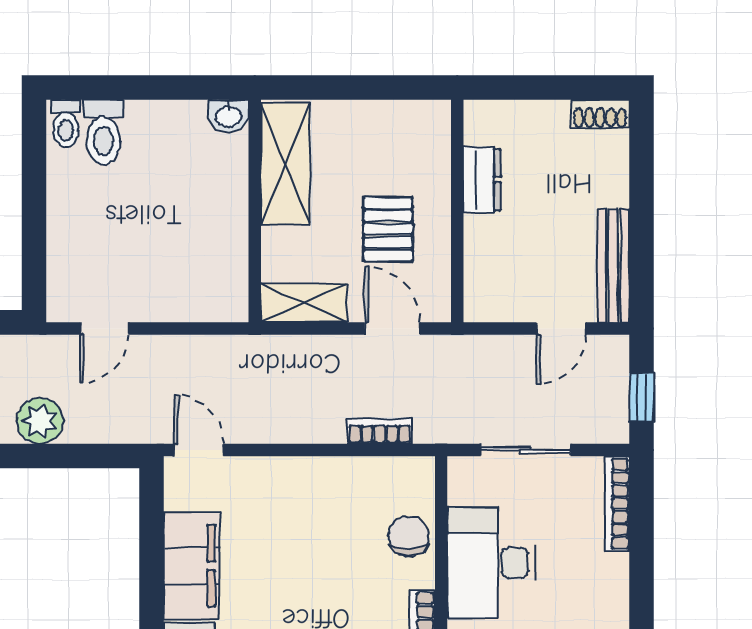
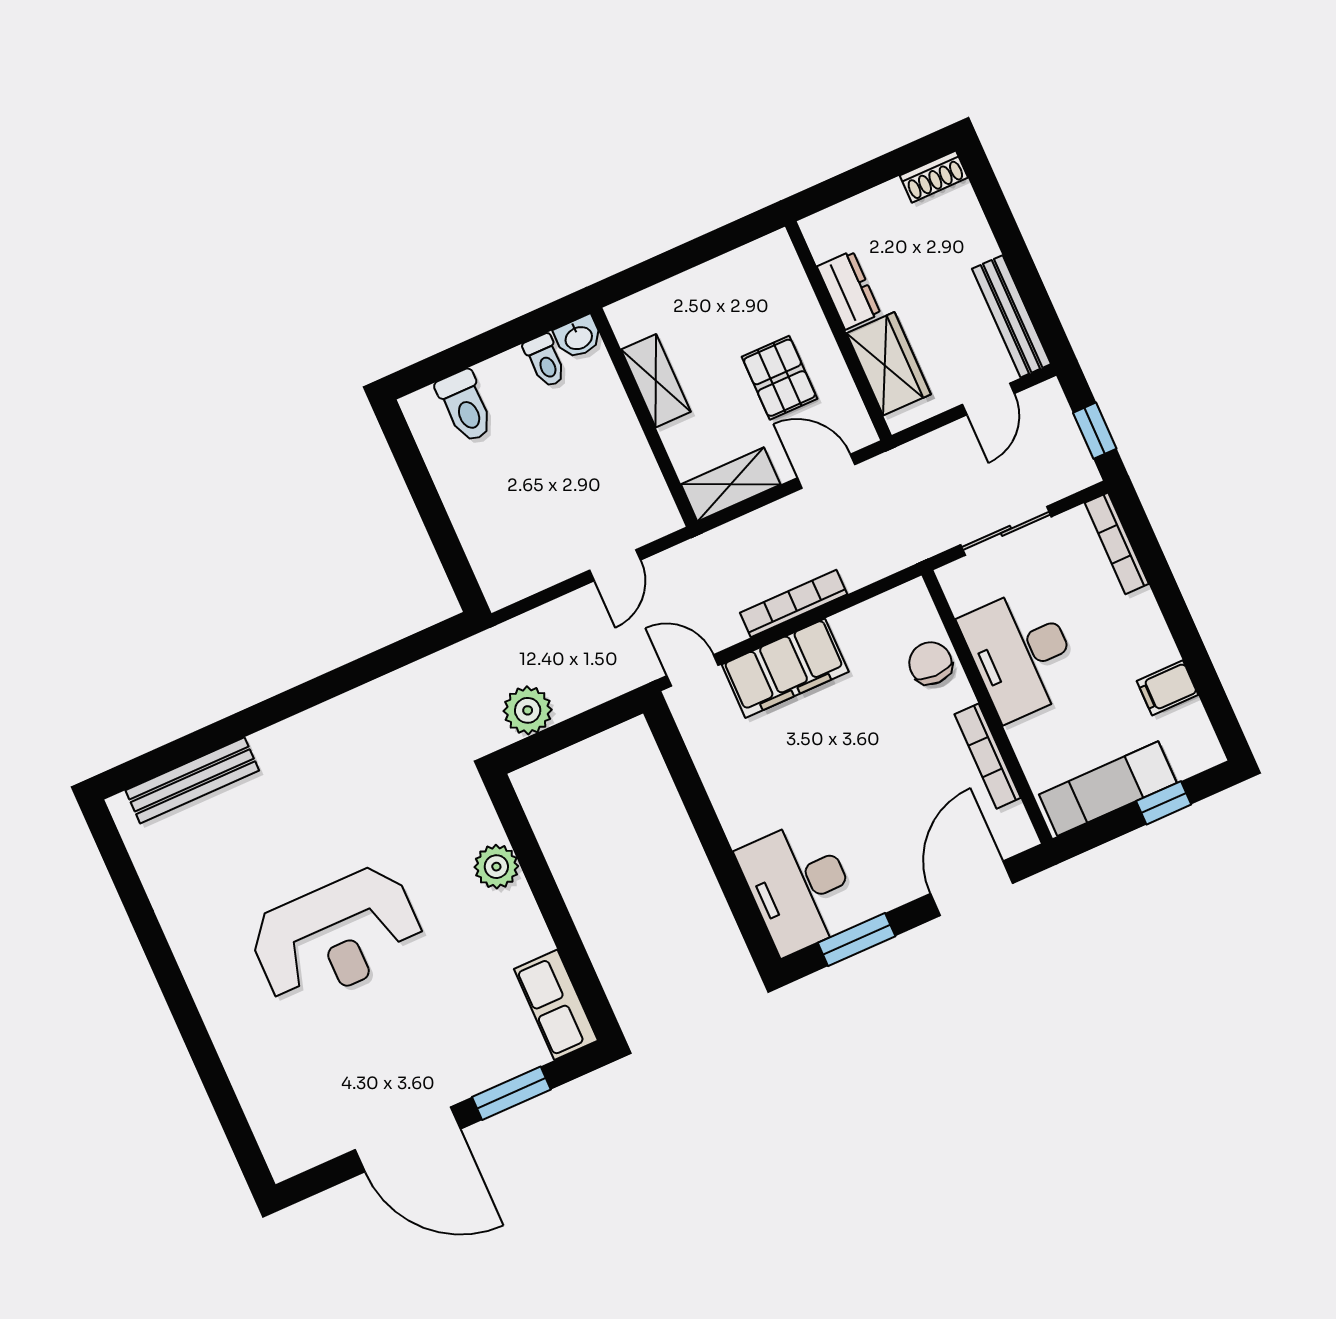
toilet: (66, 124) -> (545, 361), moved
shelving: (285, 163) -> (656, 381), width x0.67, depth x0.75
wardrobe: (488, 259) -> (889, 364), added
door: (104, 328) -> (615, 565), moved
bookcase: (380, 431) -> (794, 604), moved, width x1.56
filing cabinet: (192, 566) -> (785, 668), moved, turned 90

